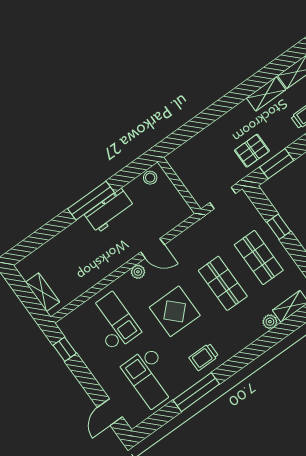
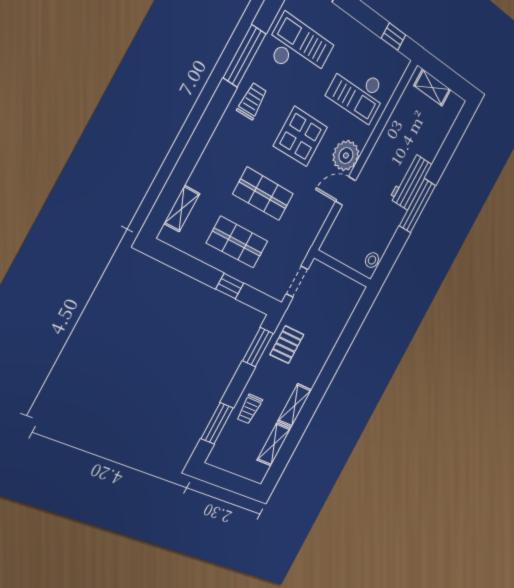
workbench: (109, 211) -> (411, 182), moved
plant: (138, 272) -> (346, 156), width x1.88, depth x1.88
plant: (270, 322) -> (197, 179), removed

